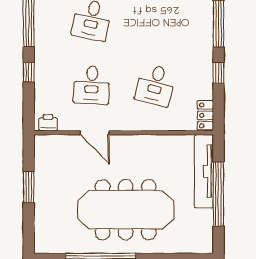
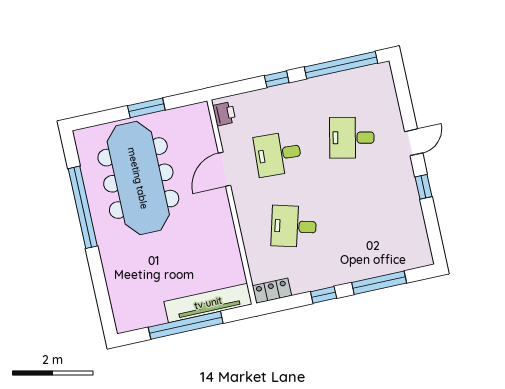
meeting table: (126, 210) -> (138, 178), moved

